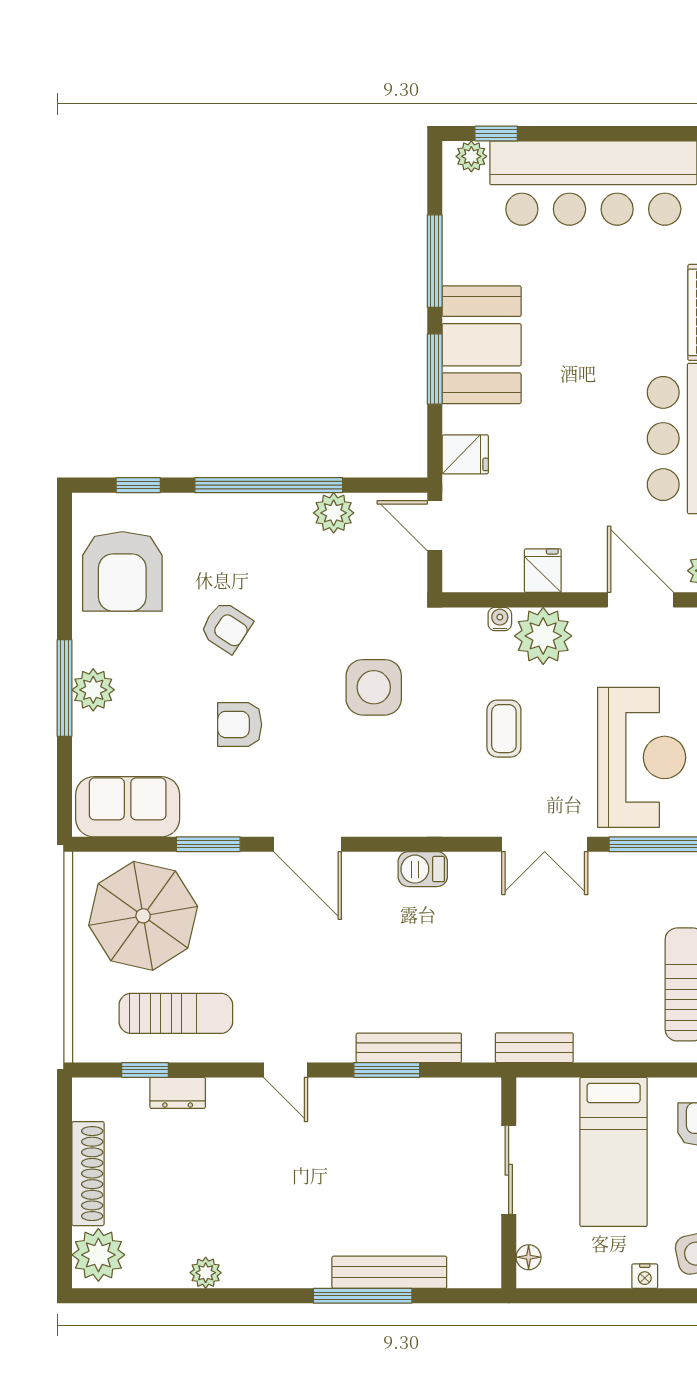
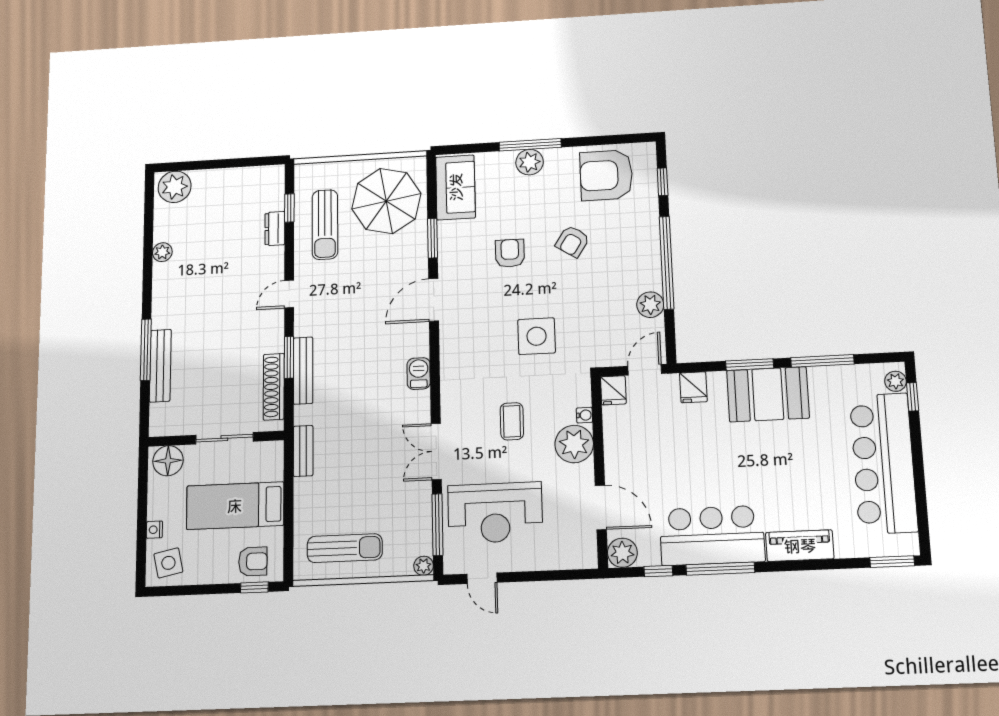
fridge: (543, 571) -> (613, 390), moved, turned 90
door: (641, 600) -> (601, 507), hinge flipped
coffee table: (504, 729) -> (512, 421), turned 90
shoe rack: (88, 1174) -> (274, 387), moved, turned 90
floor lamp: (529, 1257) -> (168, 461), width x1.89, depth x1.89

